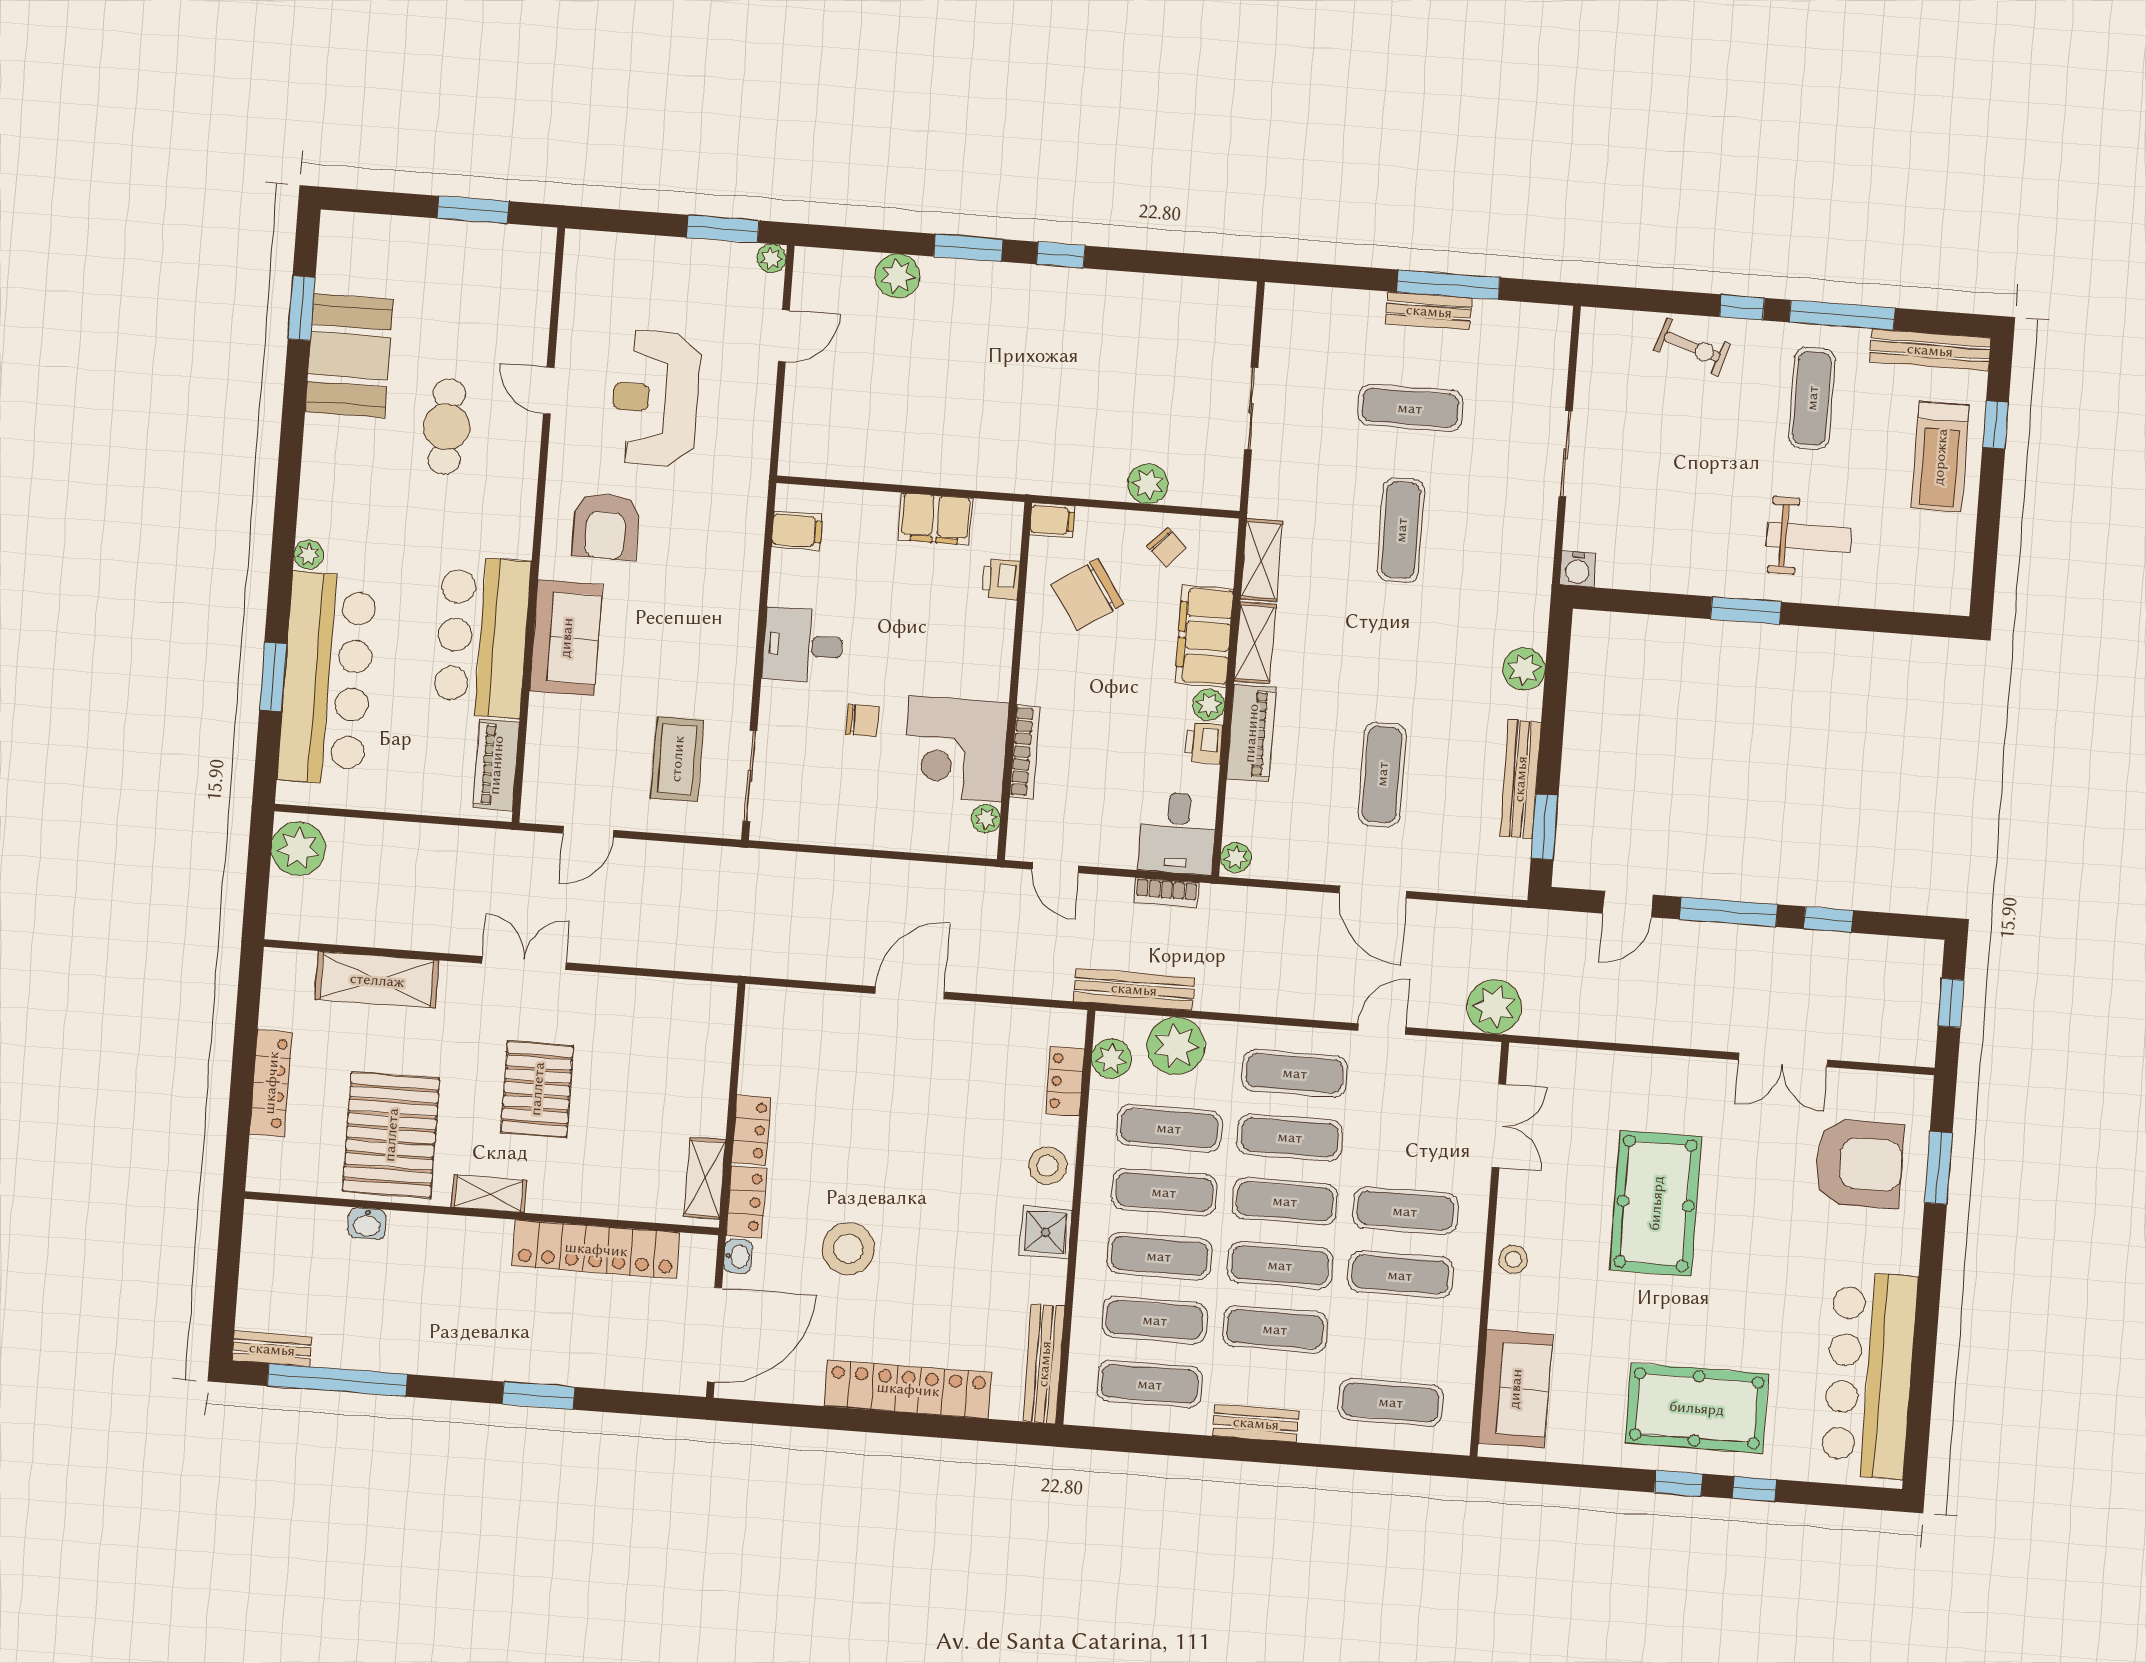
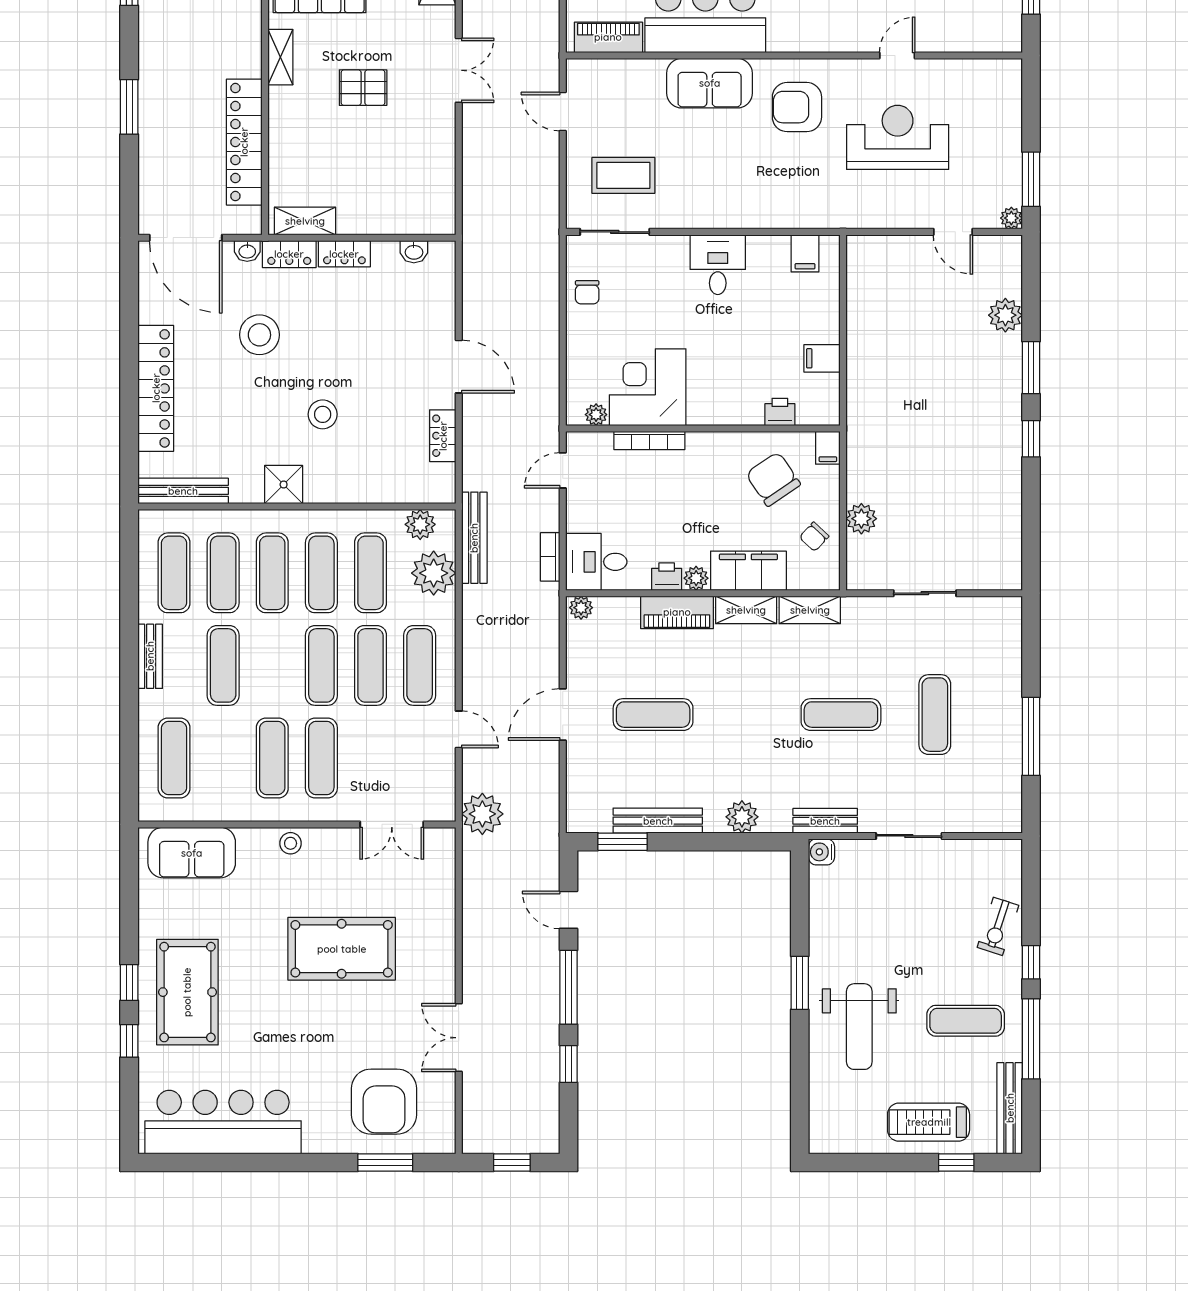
bench: (1429, 311) -> (825, 821), moved, turned 90
filing cabinet: (935, 519) -> (822, 358), width x0.50
weight bench: (1809, 537) -> (859, 1027), width x1.36, depth x1.33
chair: (862, 721) -> (587, 292), moved
washbasin: (756, 1039) -> (414, 252), added
locker: (1065, 1081) -> (443, 436), moved, turned -90
pallet: (537, 1089) -> (363, 88), width x0.67, depth x0.71
stool: (1047, 1166) -> (323, 414), moved
exercise mat: (1280, 1265) -> (272, 665), removed

